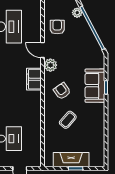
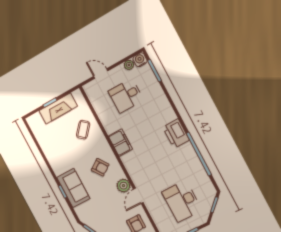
door: (43, 50) -> (138, 196), swing flipped
filing cabinet: (34, 79) -> (120, 143), moved
coffee table: (68, 120) -> (83, 130), moved

